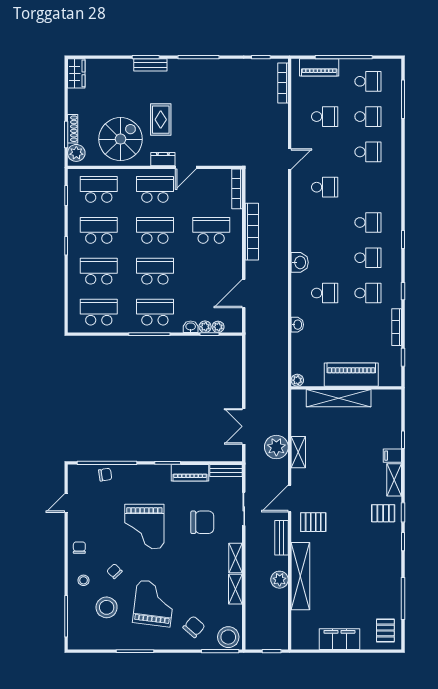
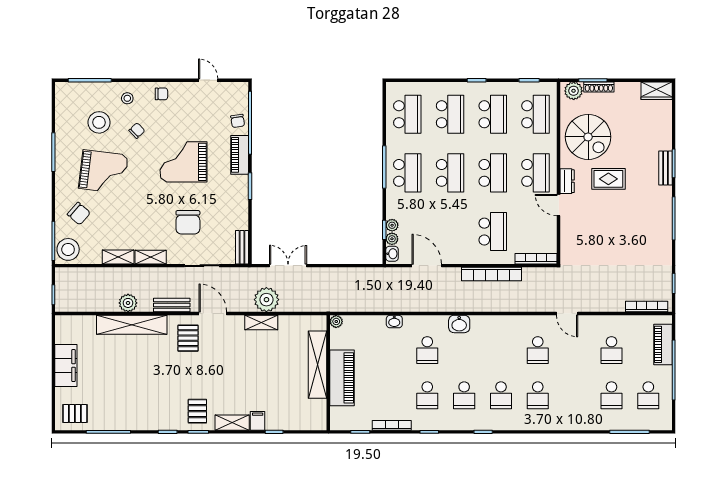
school desk: (368, 152) -> (538, 395), moved
washbasin: (191, 327) -> (392, 254), moved
piano: (190, 473) -> (240, 155), moved

